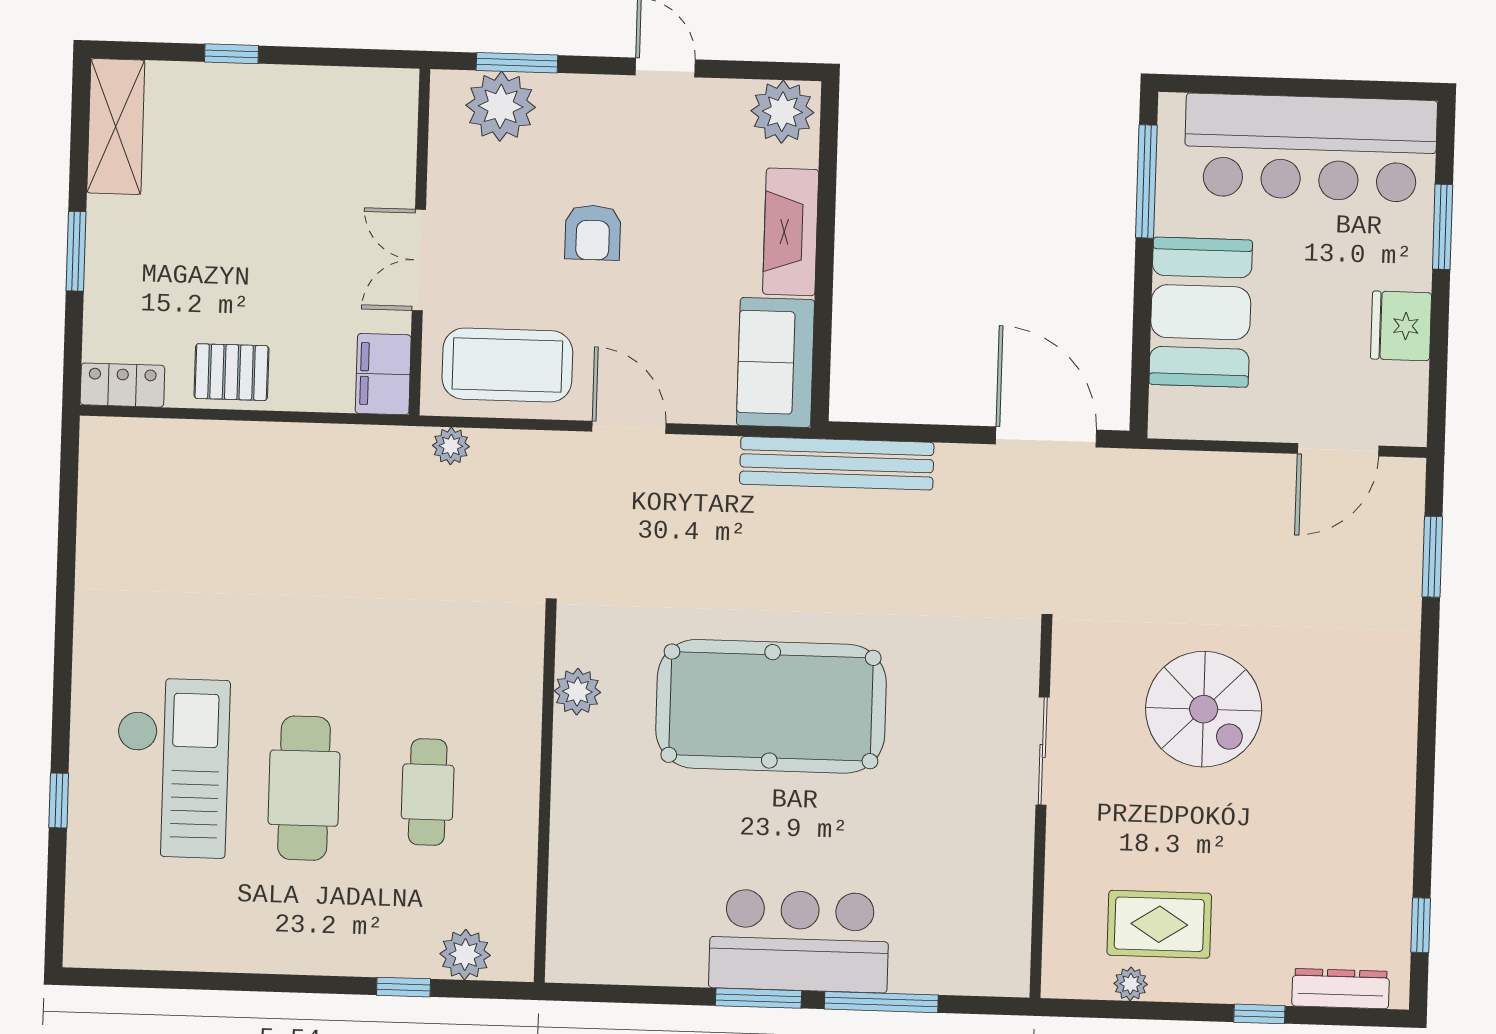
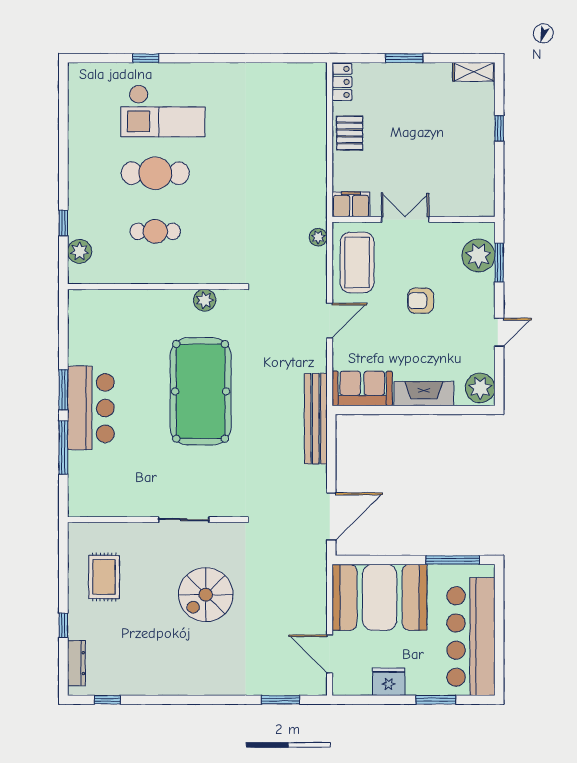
shelving: (116, 127) -> (474, 72), width x0.67, depth x0.75
booth: (1201, 312) -> (380, 597), width x1.36, depth x1.42
plant: (1131, 984) -> (76, 564), removed

